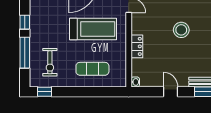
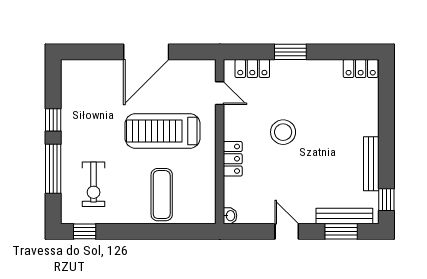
treadmill: (93, 29) -> (163, 131), turned 180
stool: (181, 30) -> (283, 132), moved
exercise mat: (92, 69) -> (162, 195), turned 90

